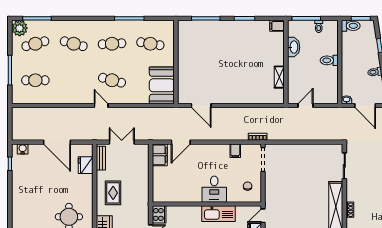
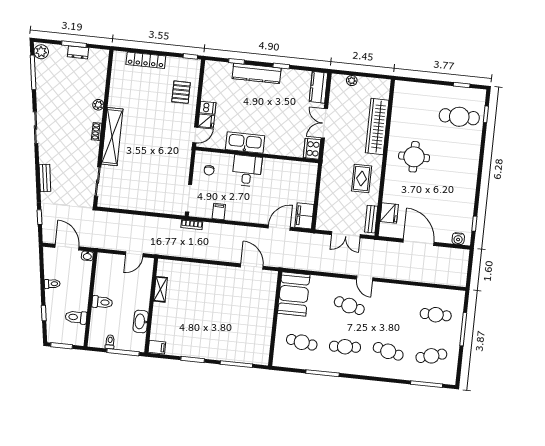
toilet: (351, 26) -> (76, 317), moved
plant: (20, 28) -> (447, 375), removed

